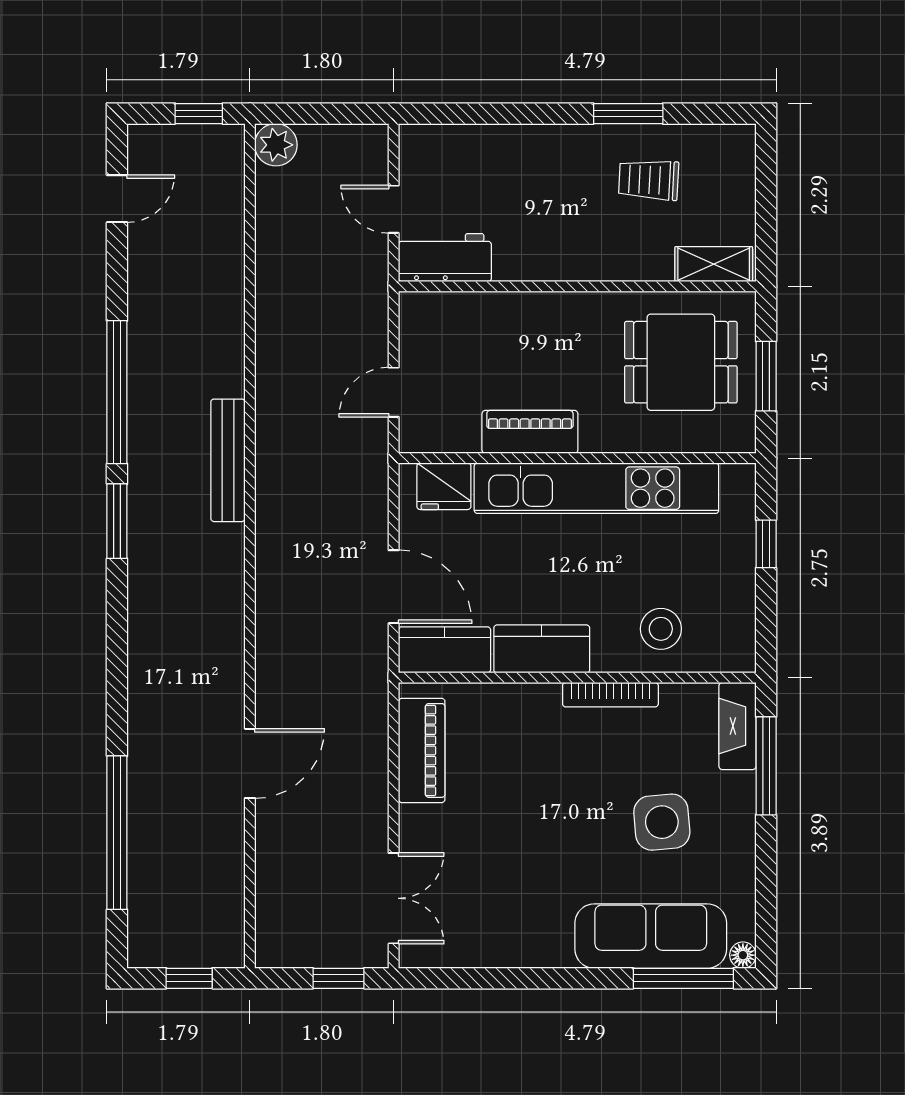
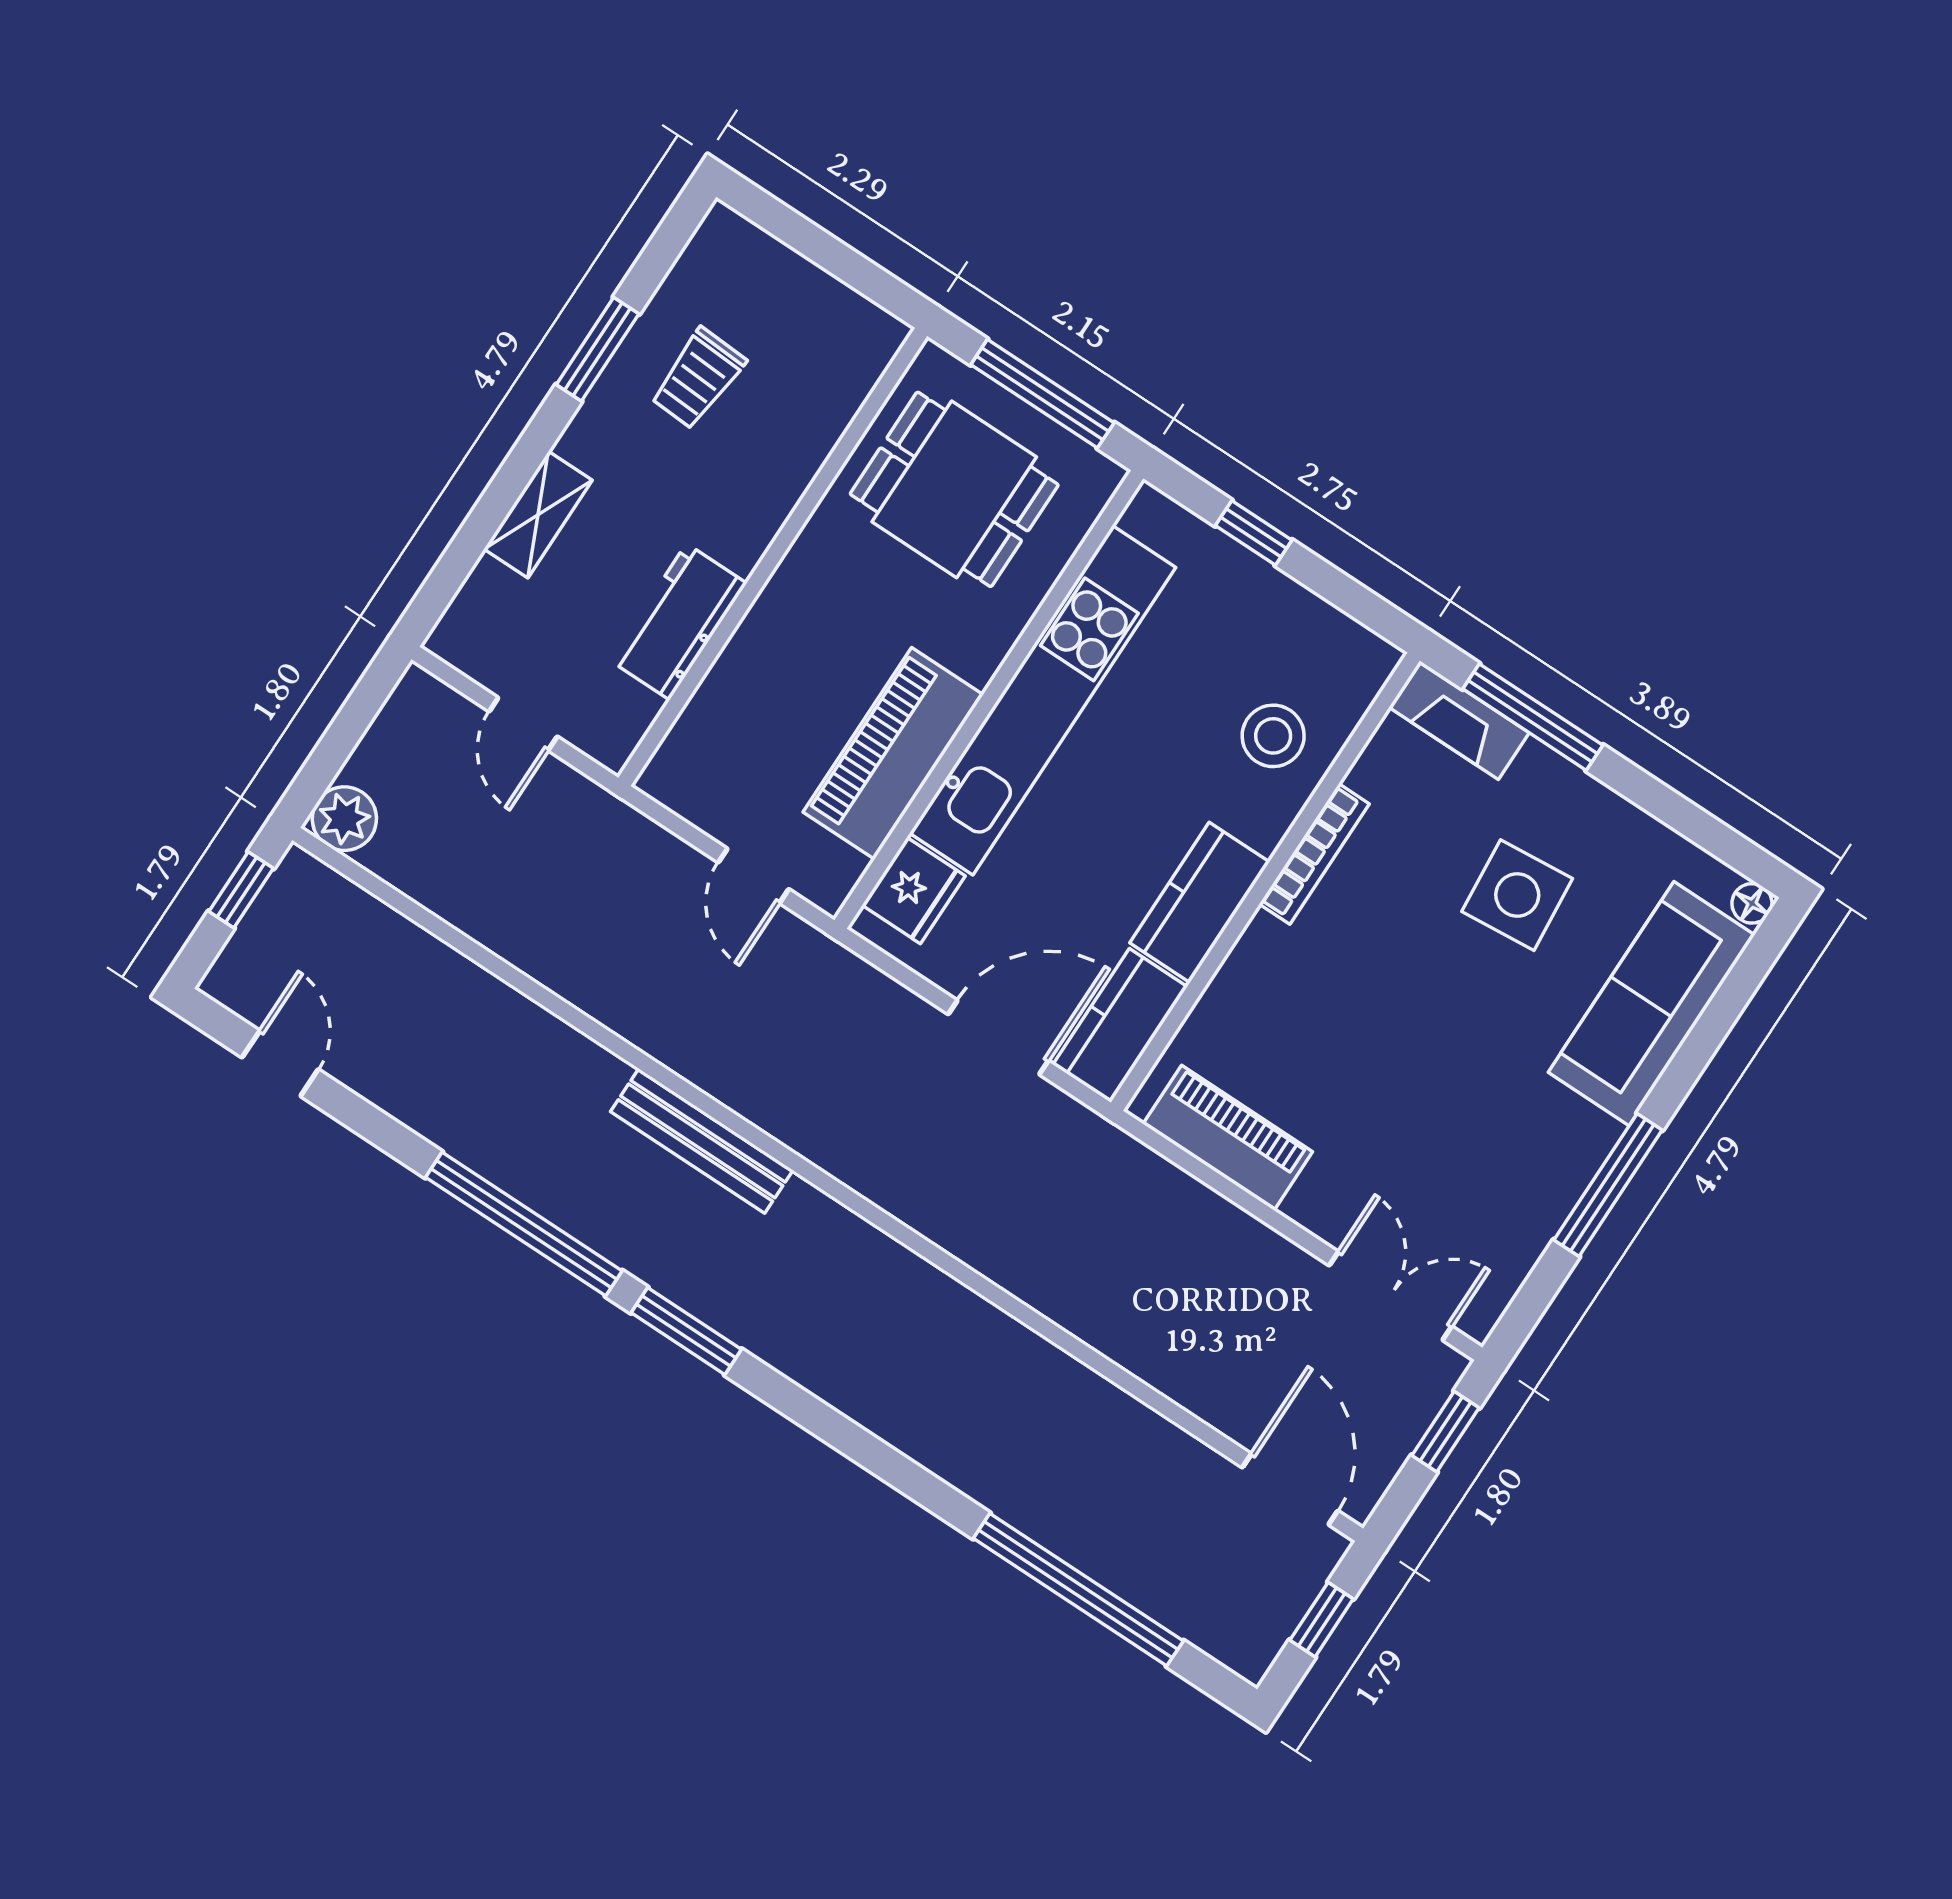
door: (394, 209) -> (523, 724), hinge flipped
workbench: (445, 258) -> (678, 622), moved
shelving: (714, 264) -> (538, 515), moved
dining table: (681, 362) -> (954, 489), turned 90
window: (766, 376) -> (1042, 394), width x1.44
piano: (530, 432) -> (893, 753), width x1.37, depth x1.33
door: (250, 763) -> (1290, 1489), moved
window: (683, 978) -> (1608, 1185), moved

